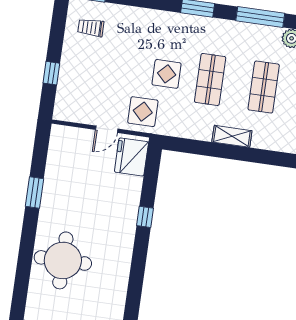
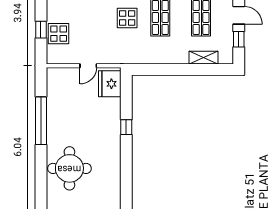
display table: (143, 112) -> (59, 34), moved
shelving: (232, 136) -> (204, 58), moved
window: (34, 193) -> (41, 121), width x2.11

